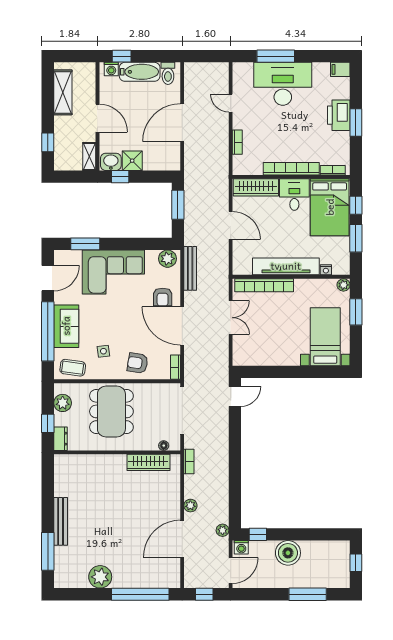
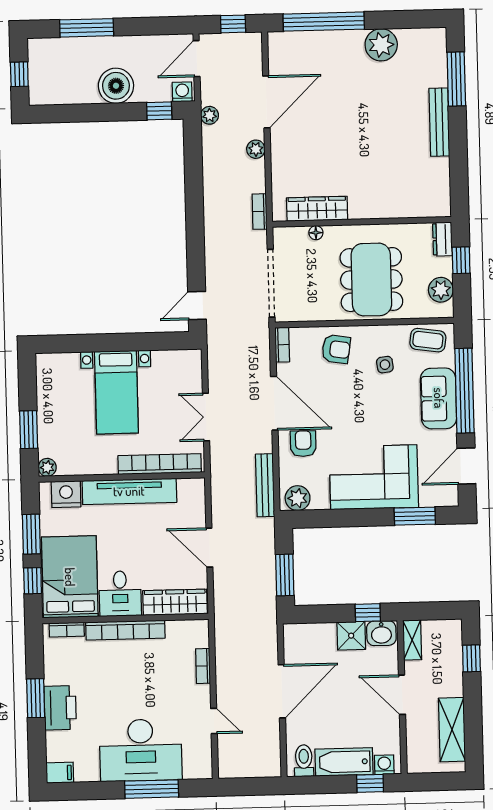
nightstand: (326, 270) -> (66, 494), width x1.89, depth x1.79
bed with nightstands: (325, 337) -> (116, 392), moved
floor lamp: (164, 446) -> (316, 233), moved

